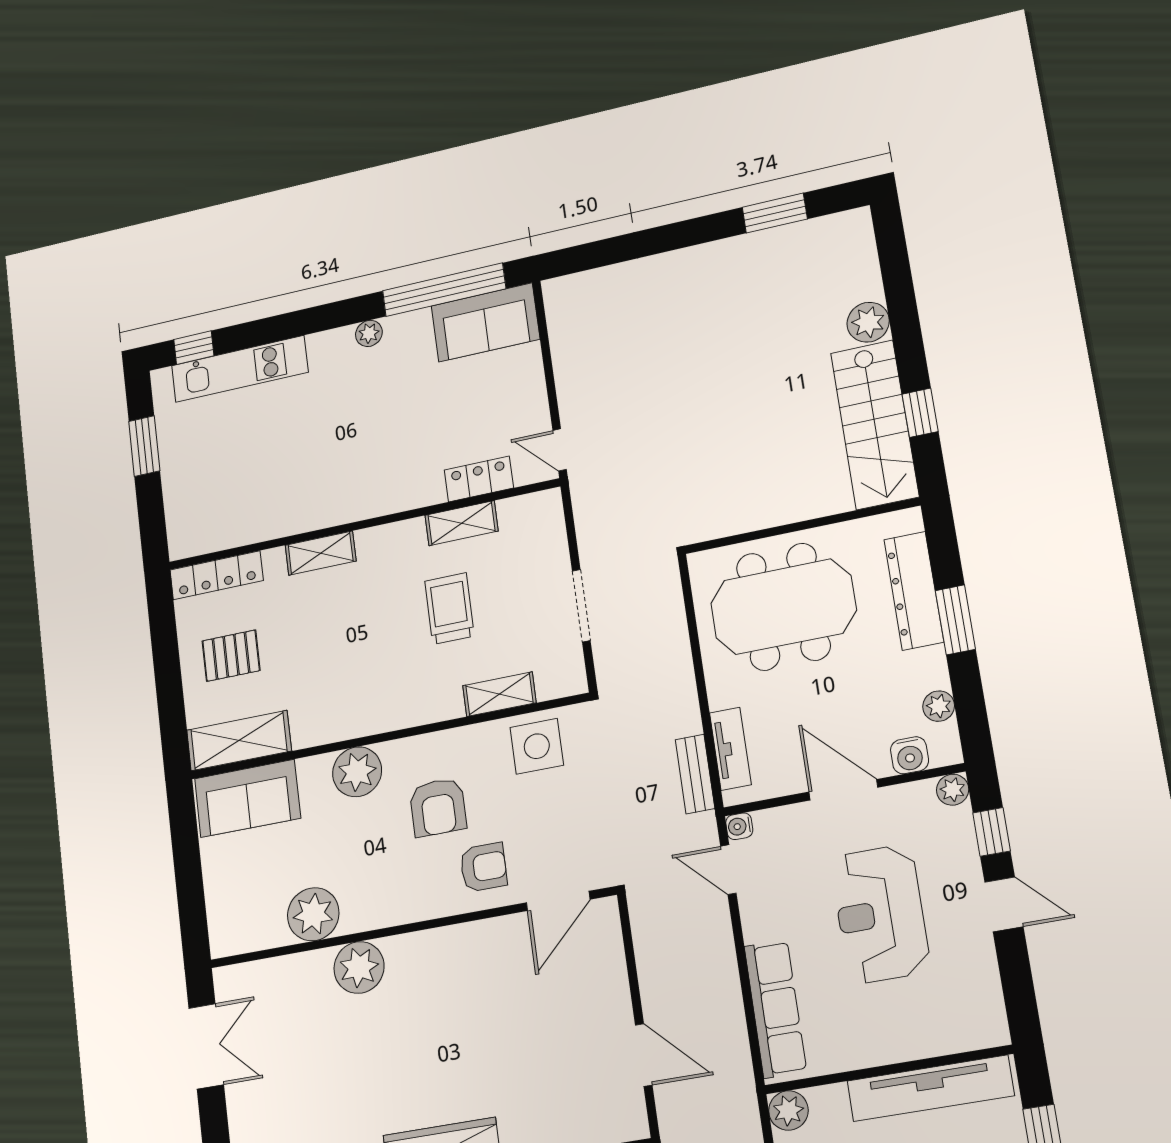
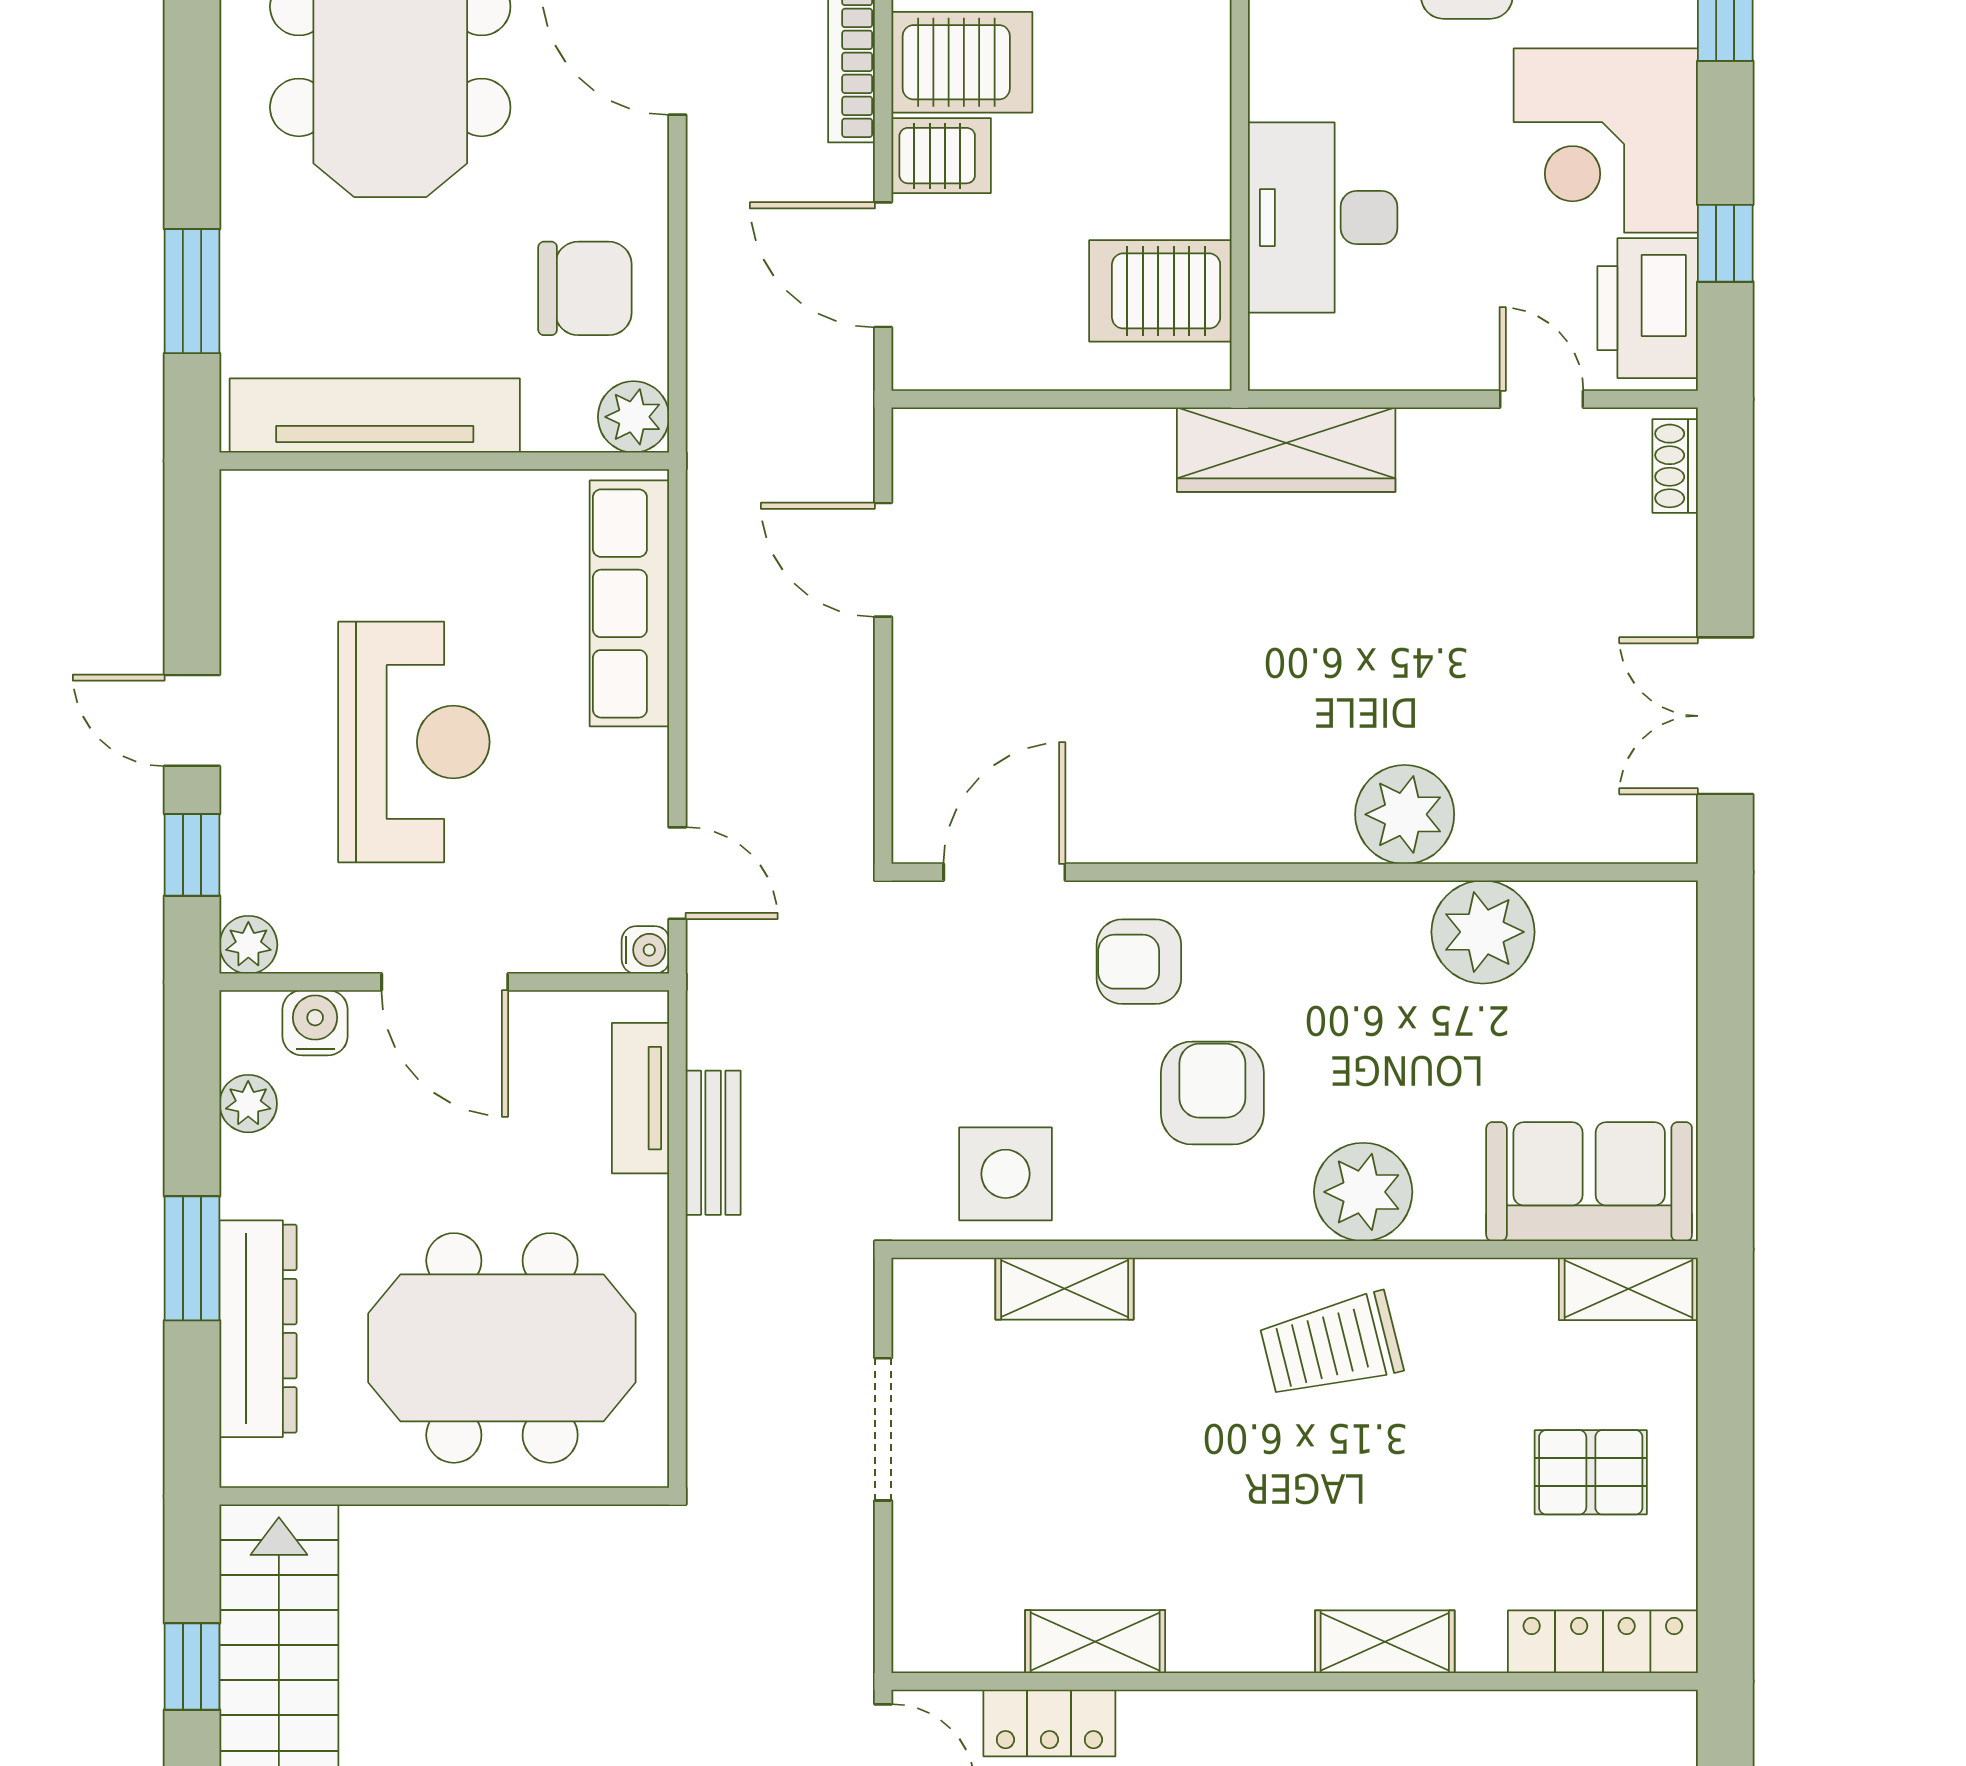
trolley: (449, 608) -> (1331, 1346), moved, turned 76
shelving: (239, 741) -> (1628, 1289), width x0.67, depth x0.75
bench: (695, 774) -> (713, 1143), moved

